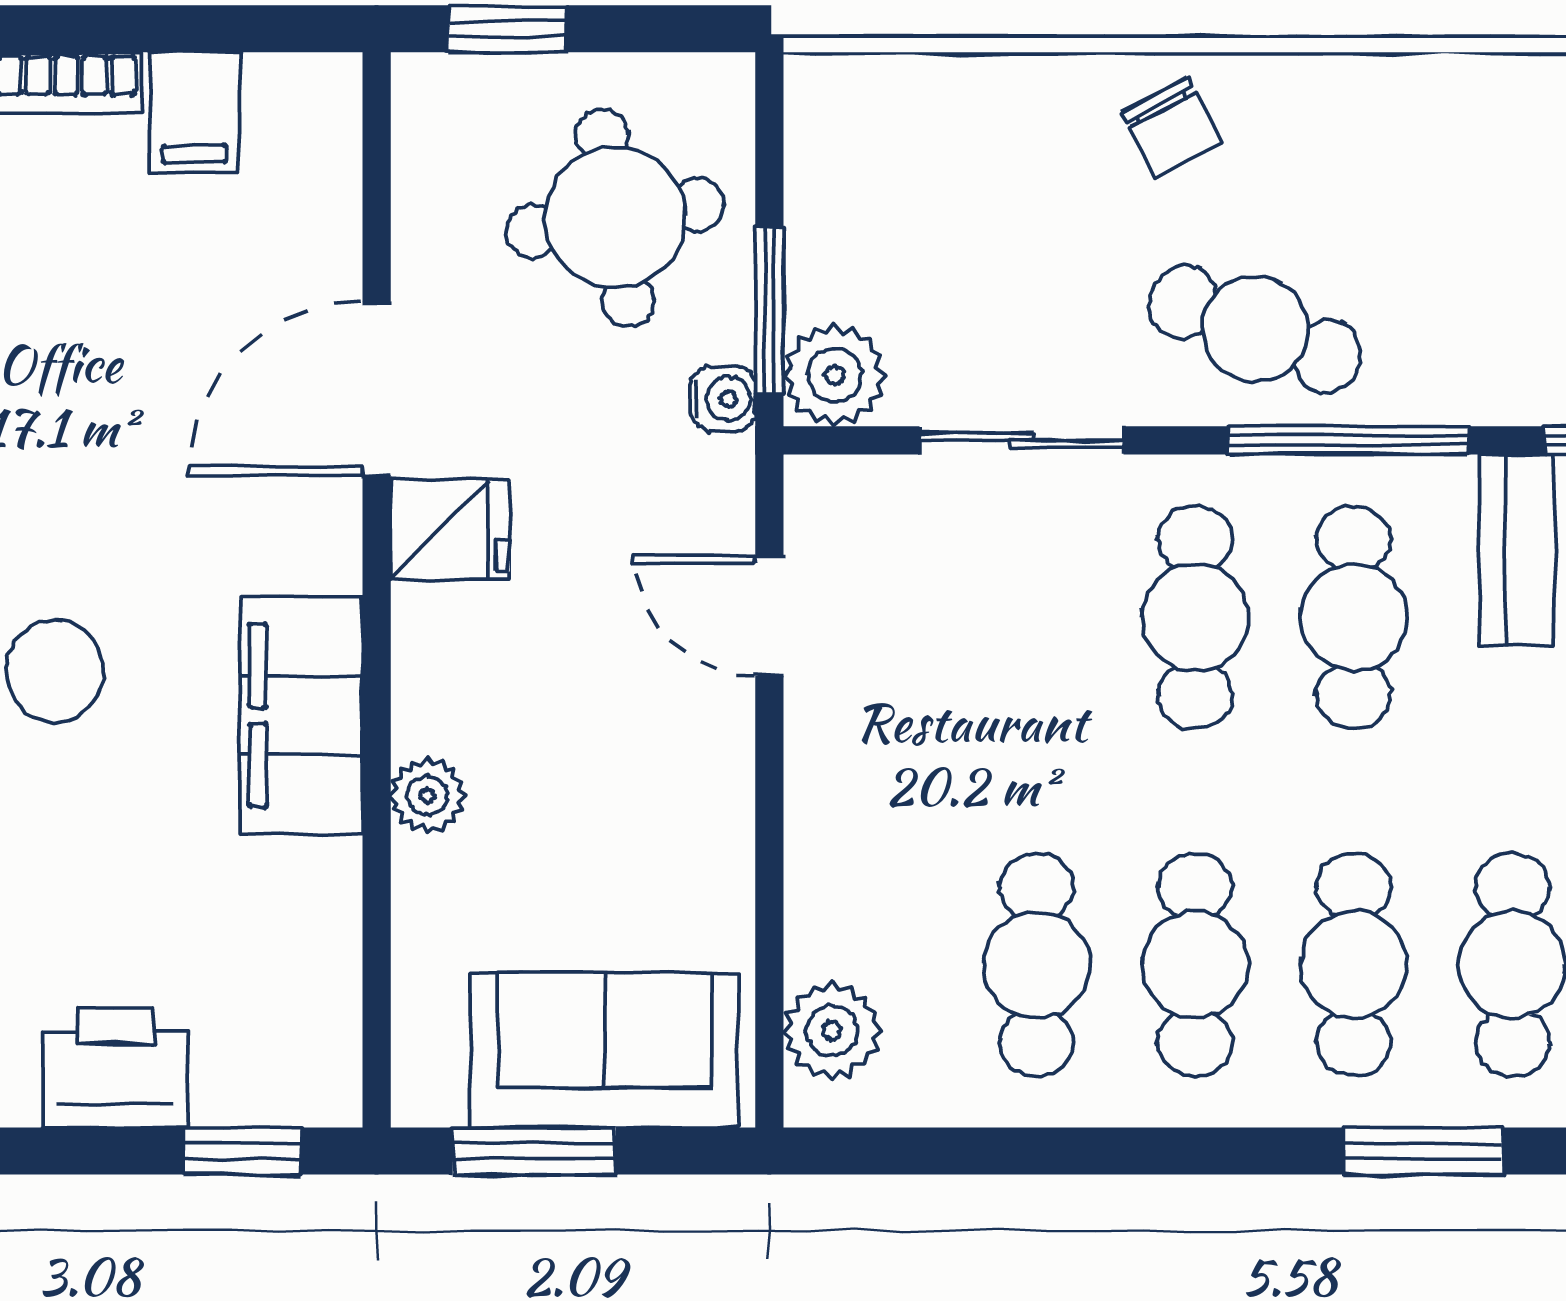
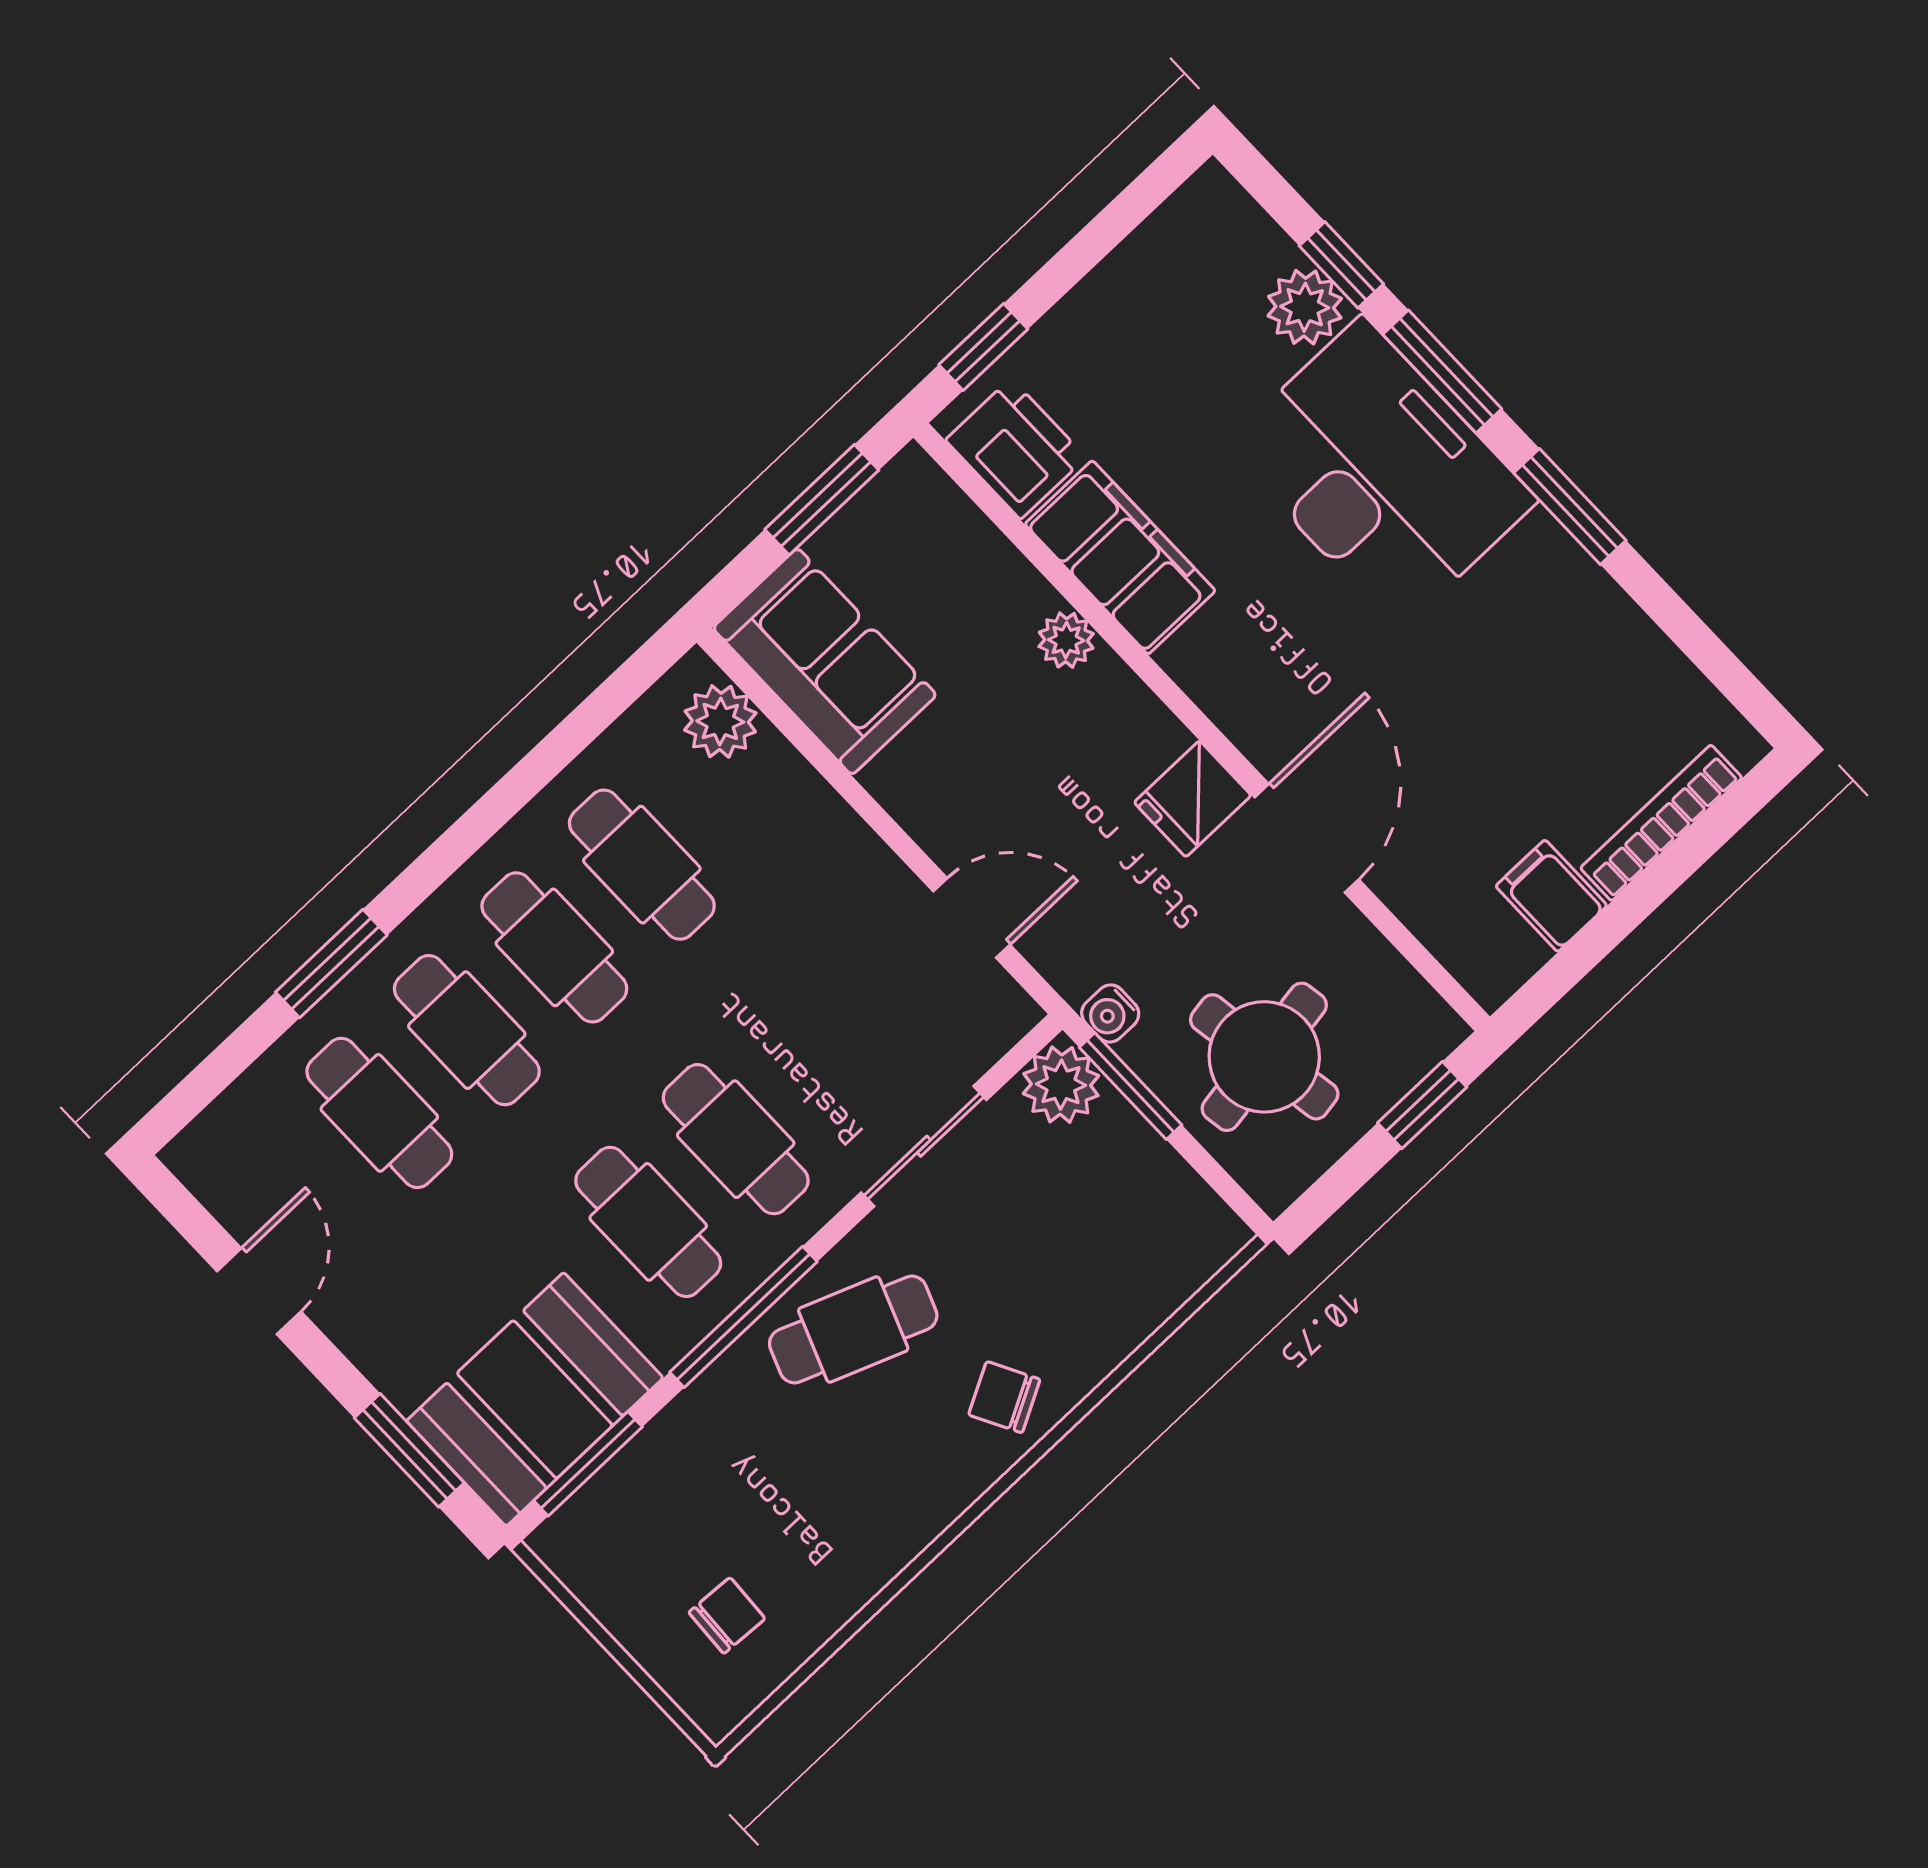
filing cabinet: (301, 716) -> (1120, 557), moved
sofa: (605, 1050) -> (825, 662), moved, turned -90
printer: (115, 1068) -> (1016, 449), moved, turned -90

